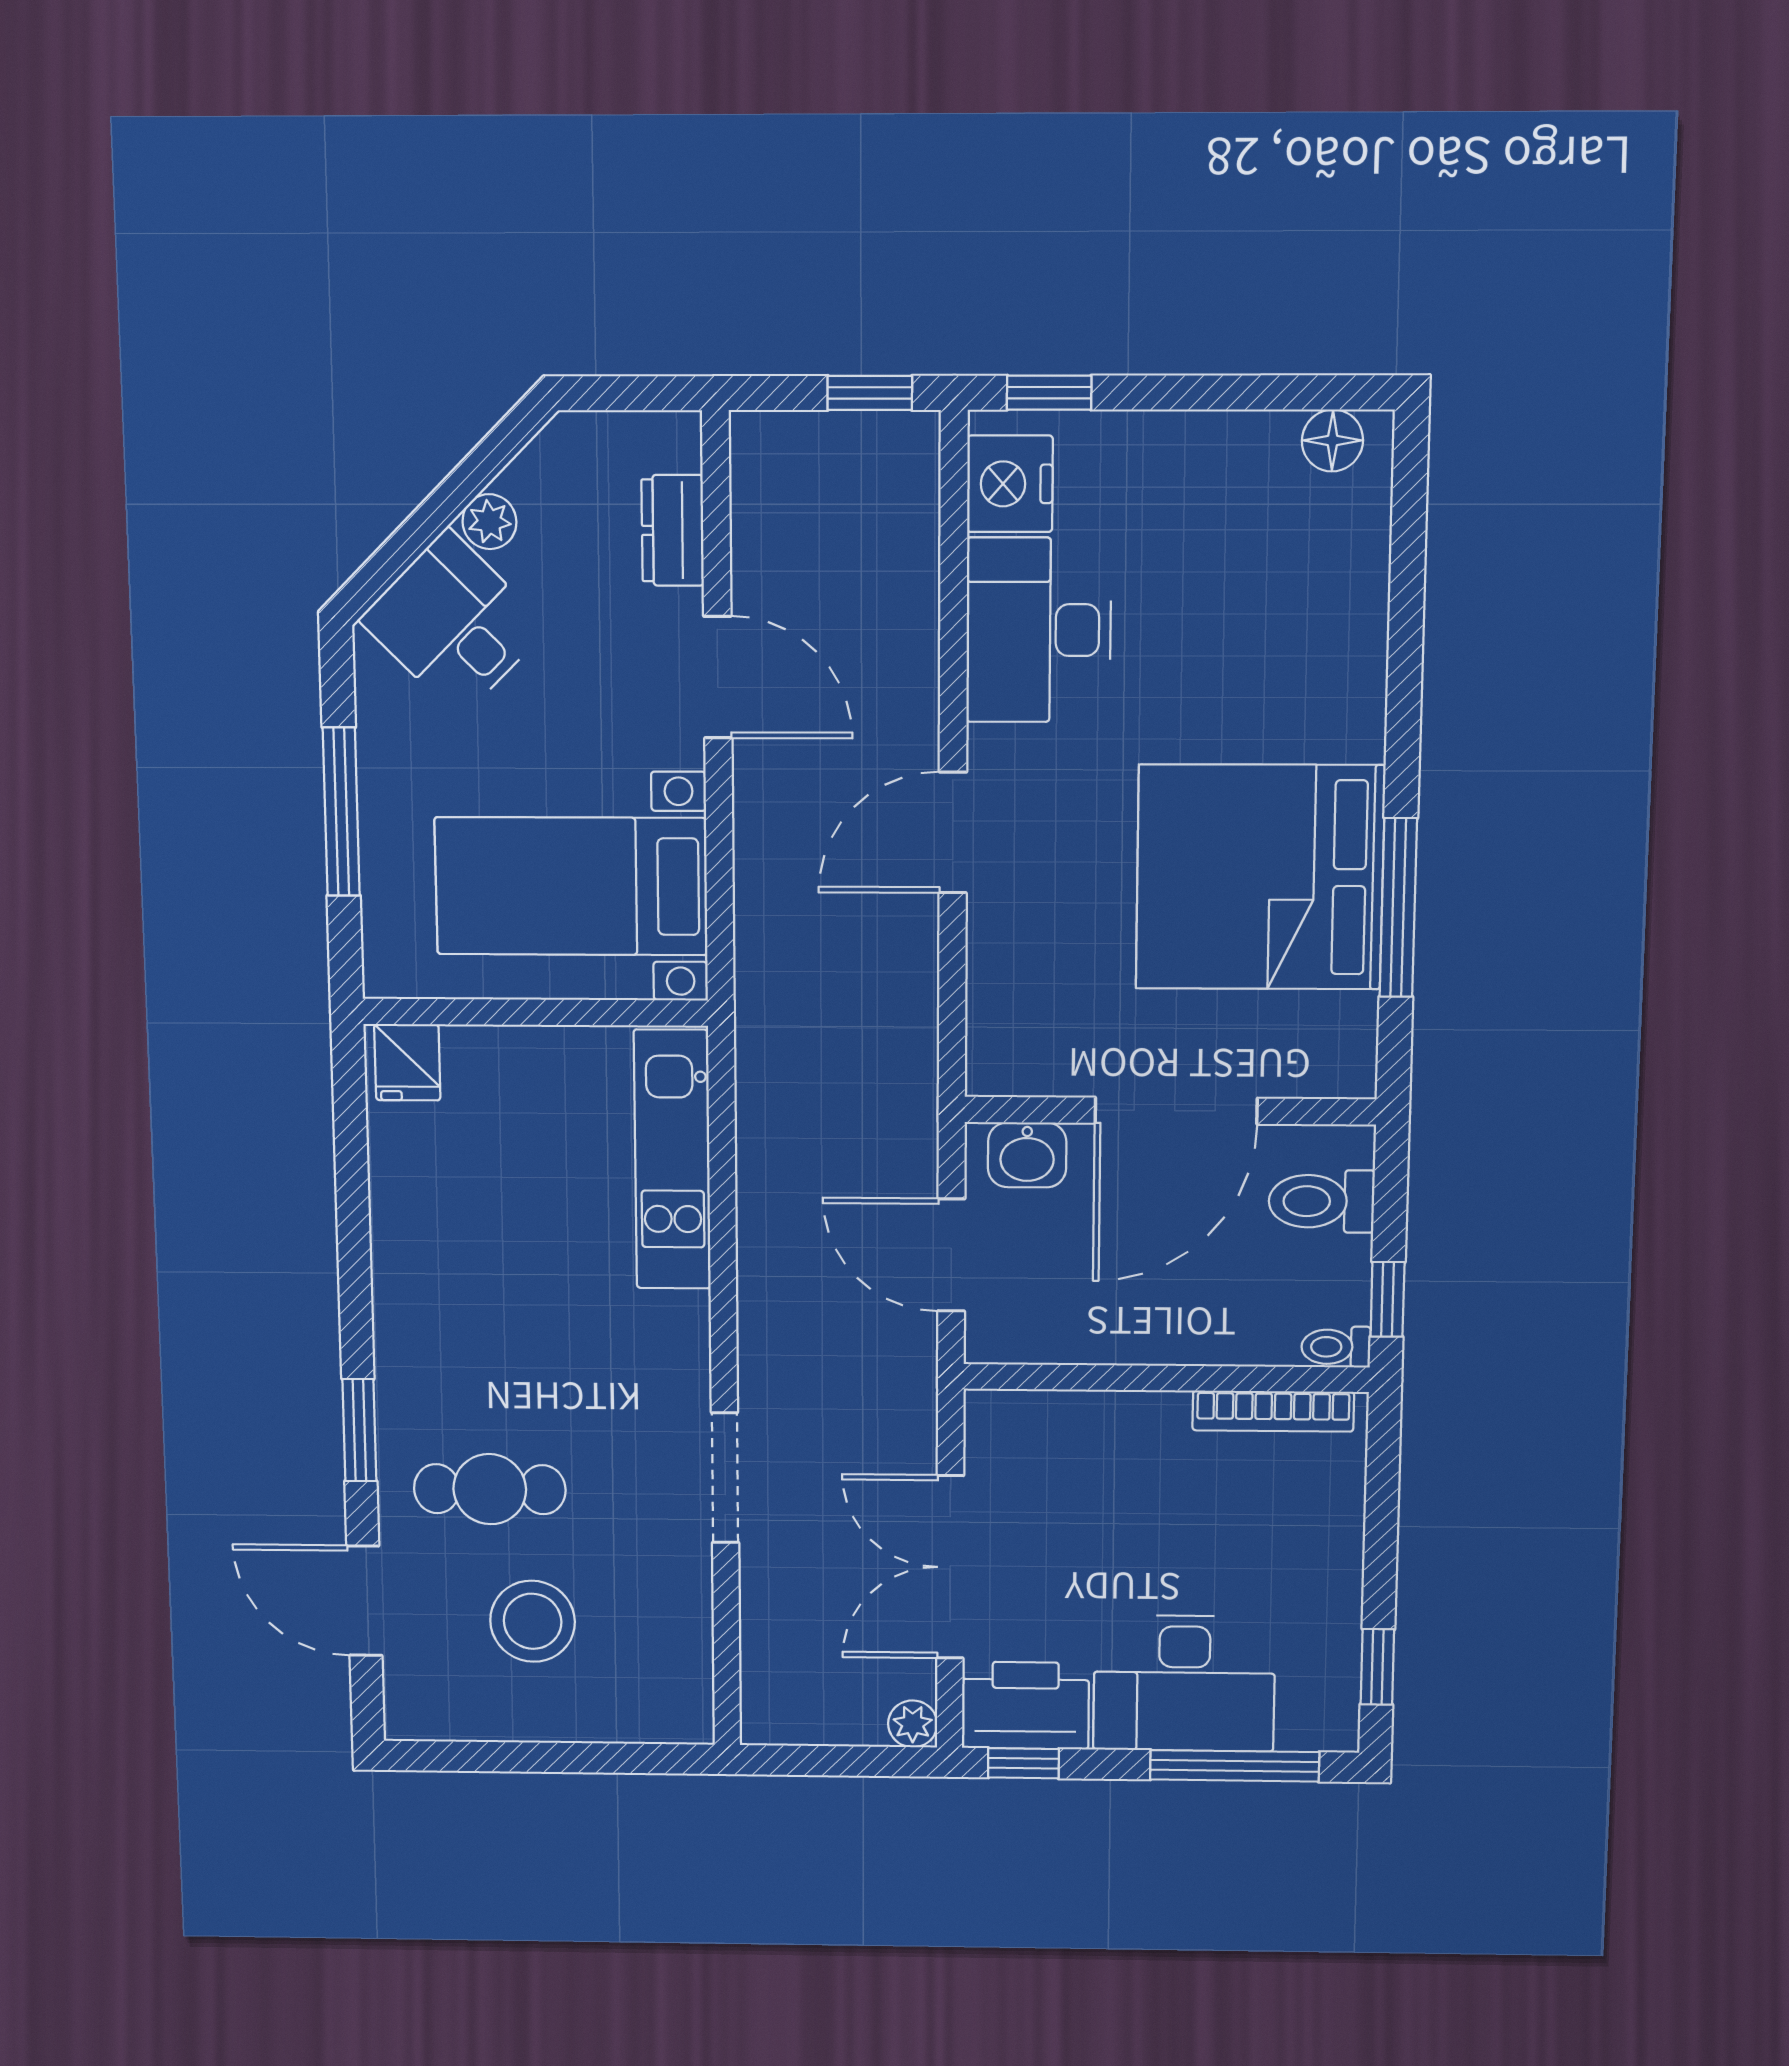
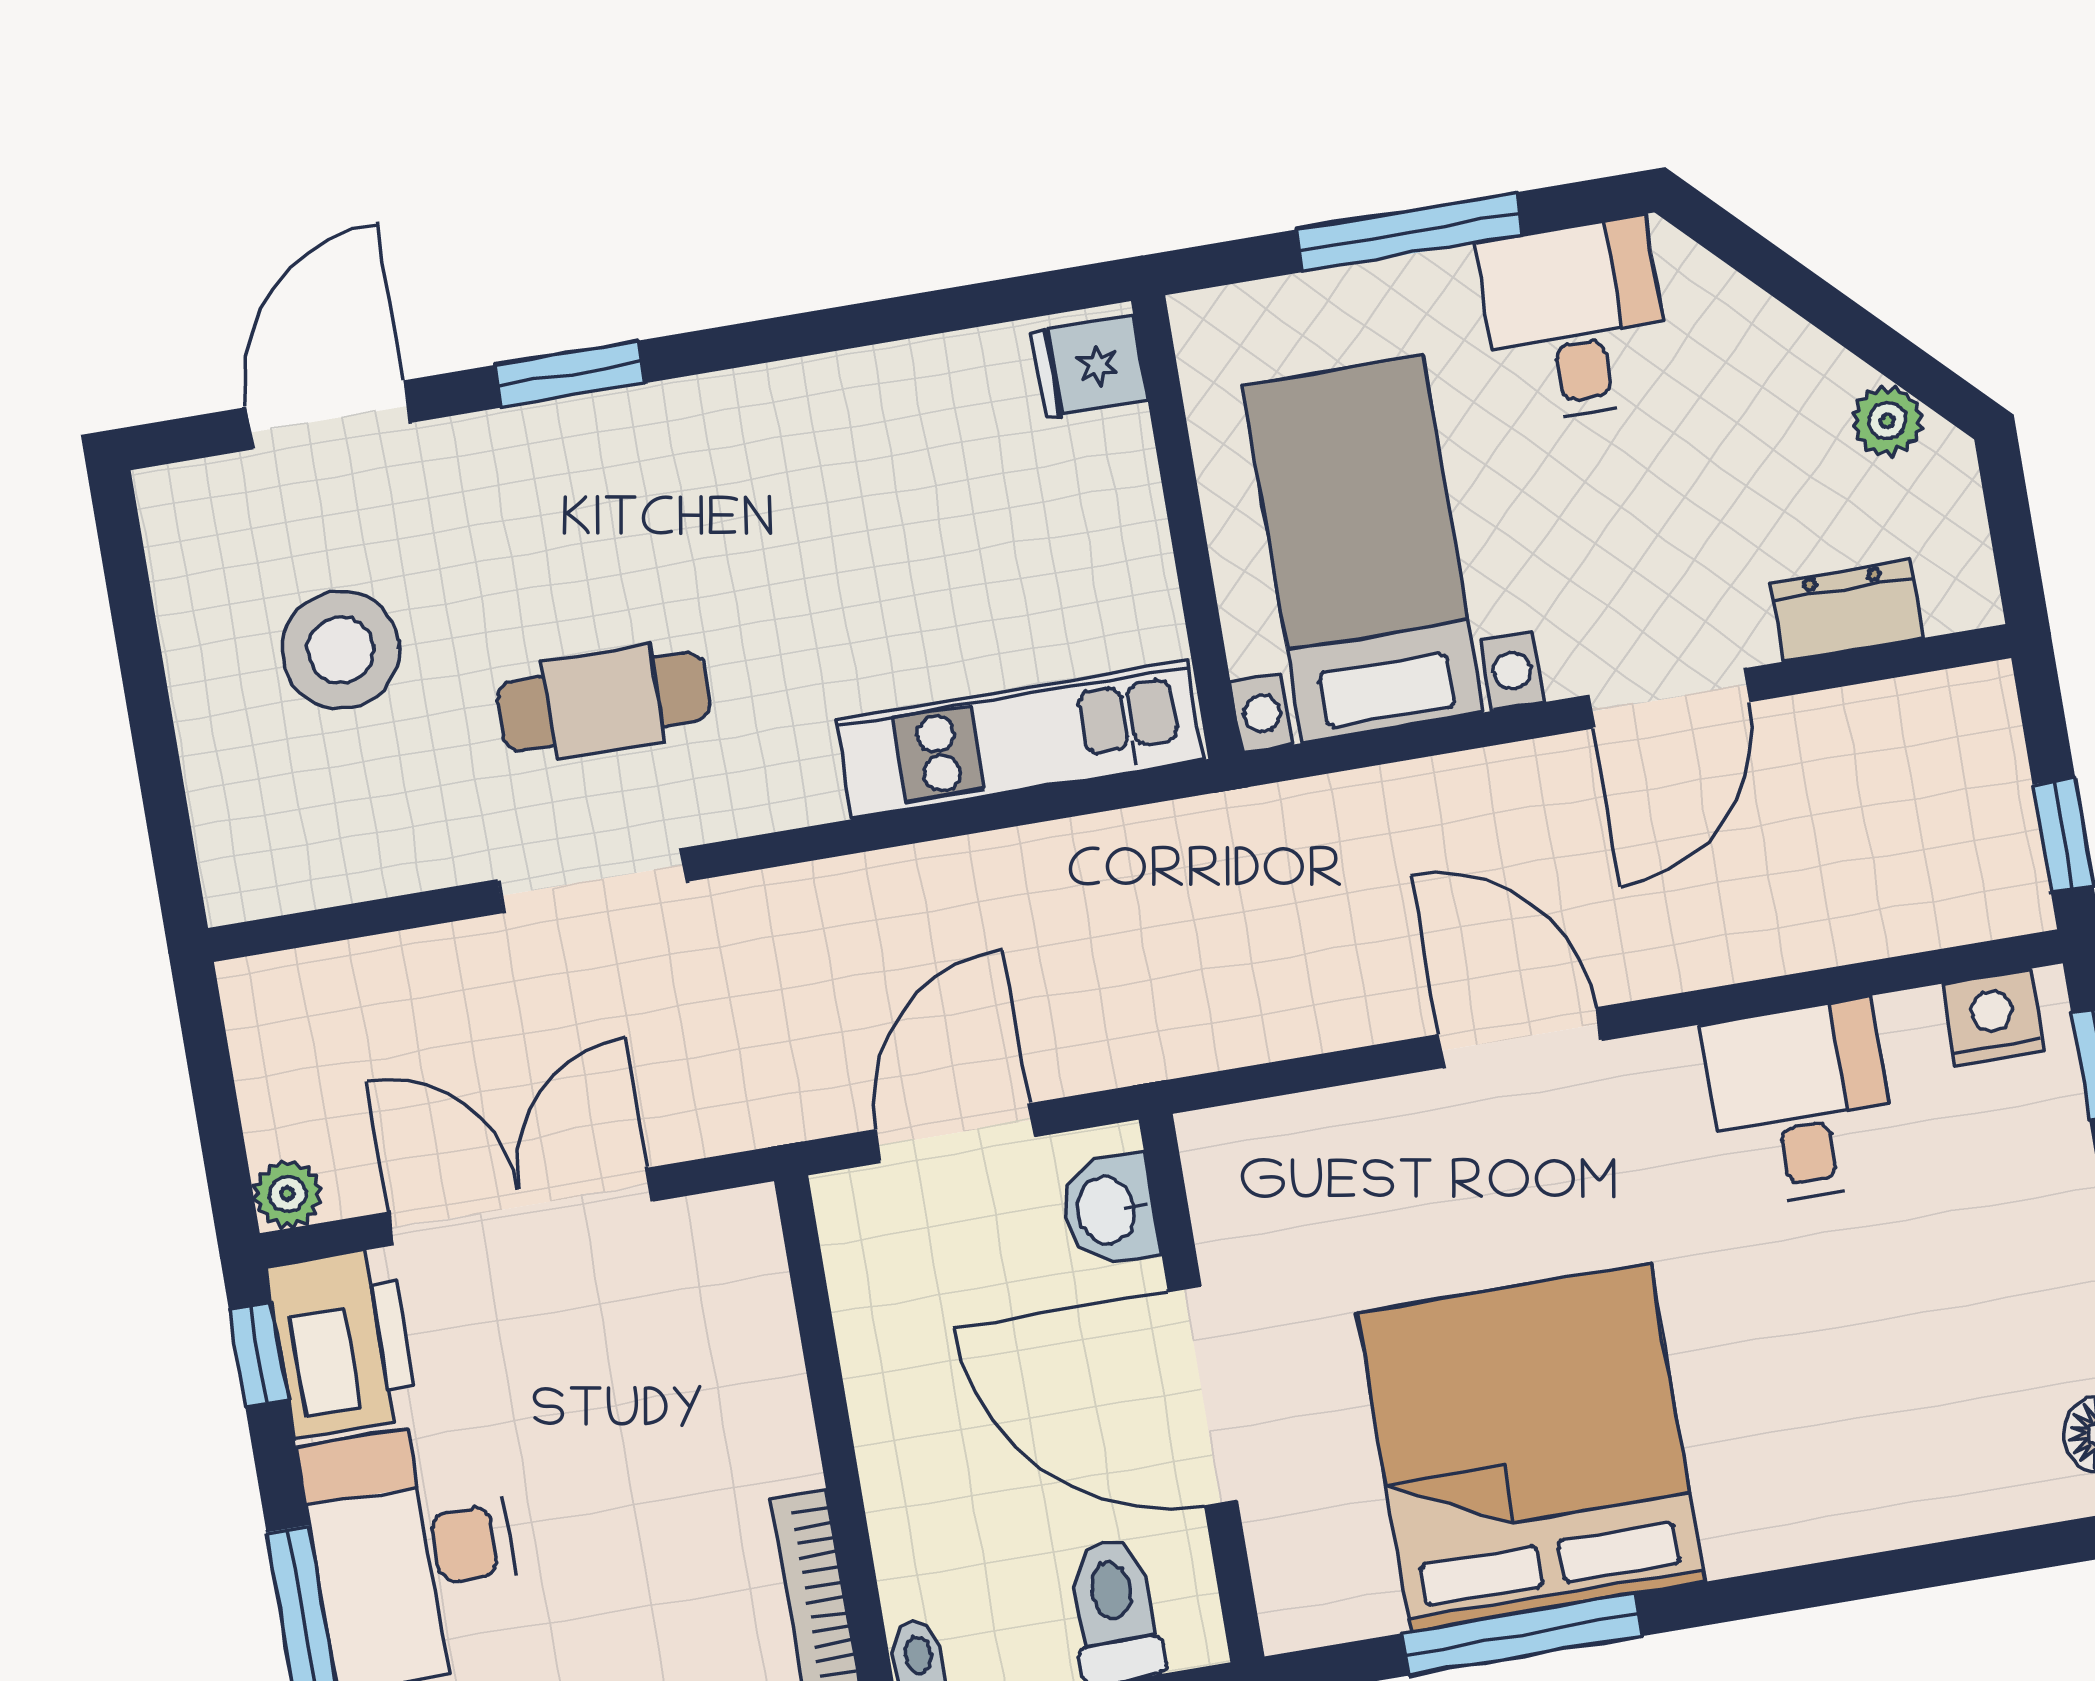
nightstand: (1010, 484) -> (1993, 1017), width x0.74, depth x0.75
plant: (489, 522) -> (1887, 421), moved
desk: (454, 624) -> (1575, 321), moved, turned -45
desk: (1039, 630) -> (1800, 1103), width x0.73
cafe table: (490, 1489) -> (603, 702), moved, turned 90

